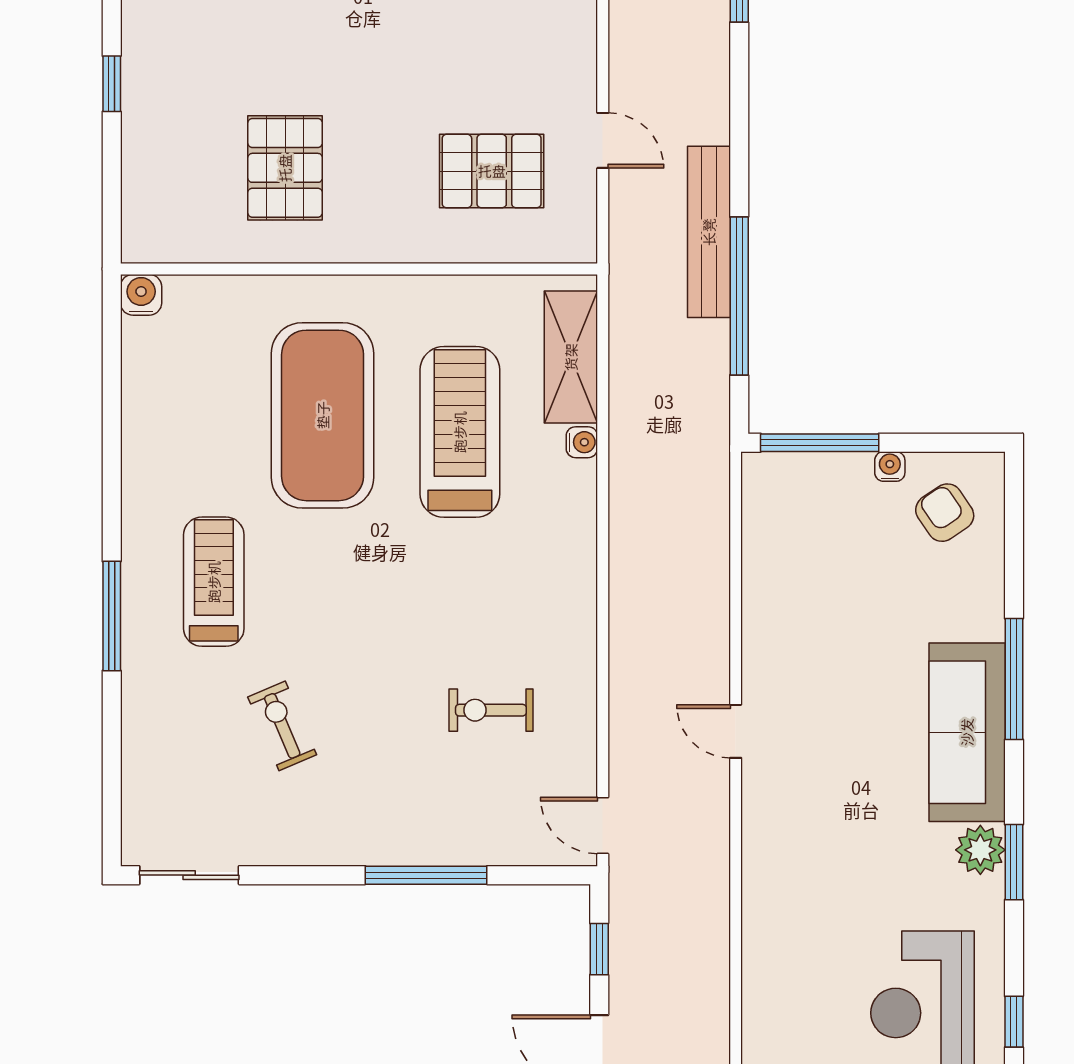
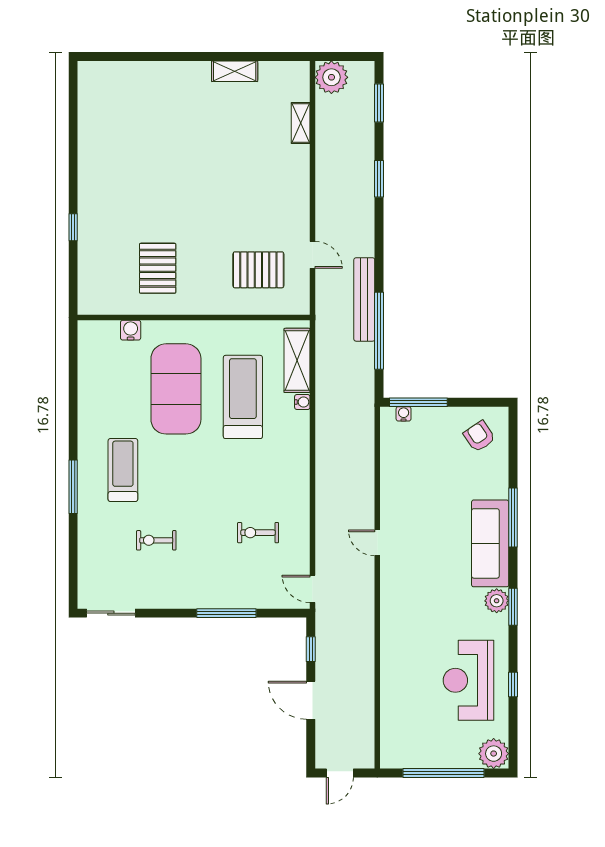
water cooler: (141, 295) -> (131, 330), moved
water cooler: (890, 466) -> (404, 414), moved
exercise bike: (282, 726) -> (156, 540), turned -67

